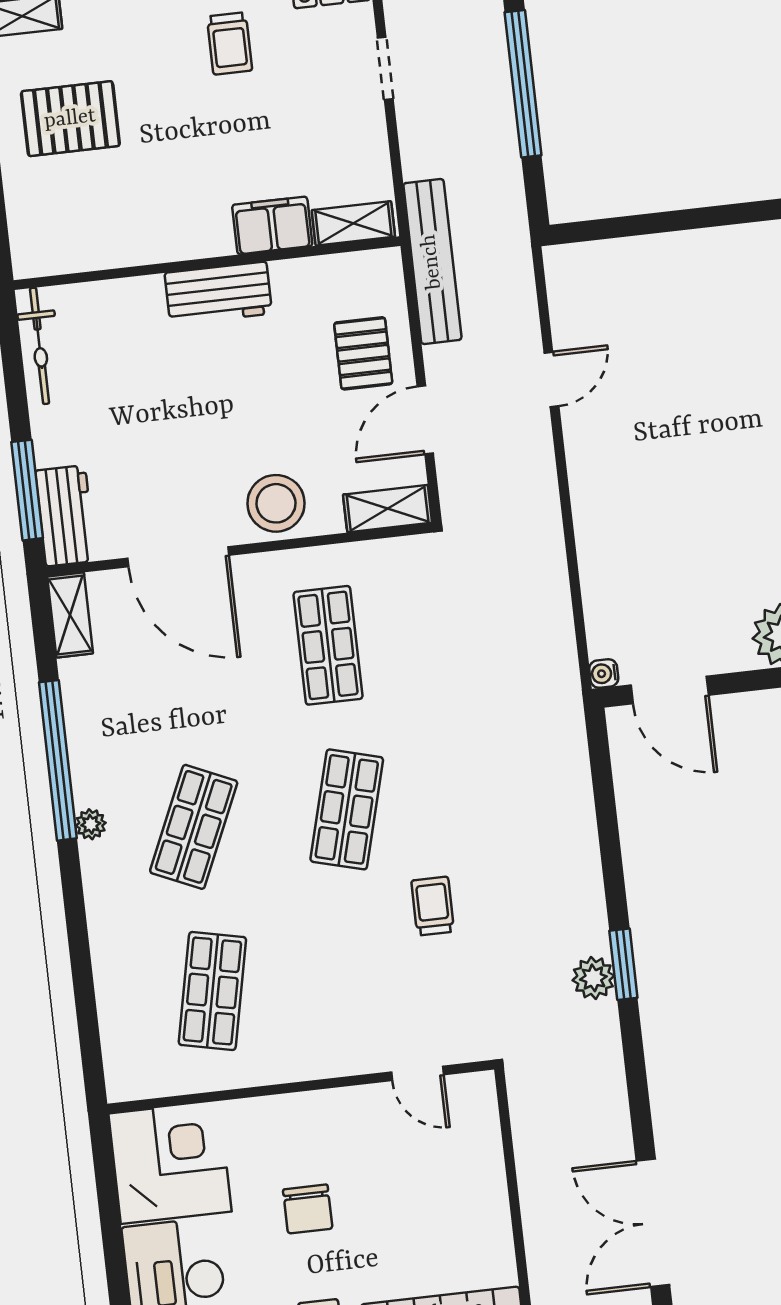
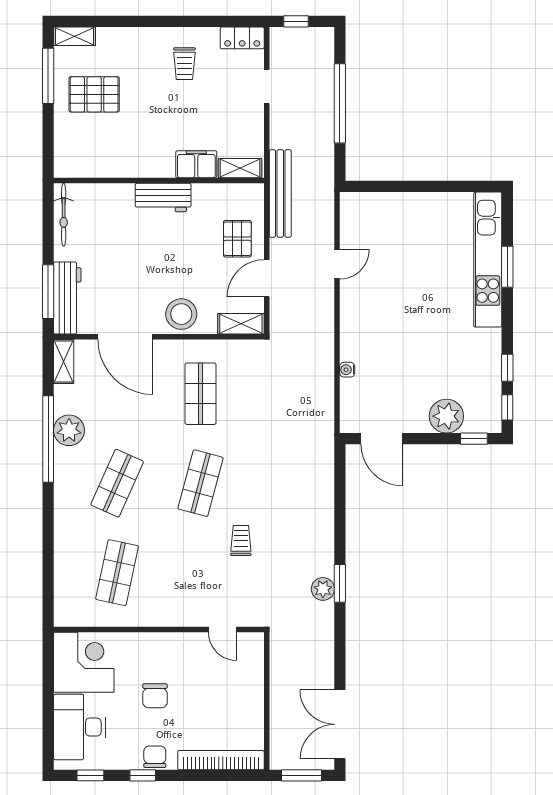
workbench: (65, 516) -> (67, 298), width x1.38
water cooler: (604, 673) -> (347, 370), moved
plant: (91, 824) -> (69, 430), moved, width x1.88, depth x1.88

